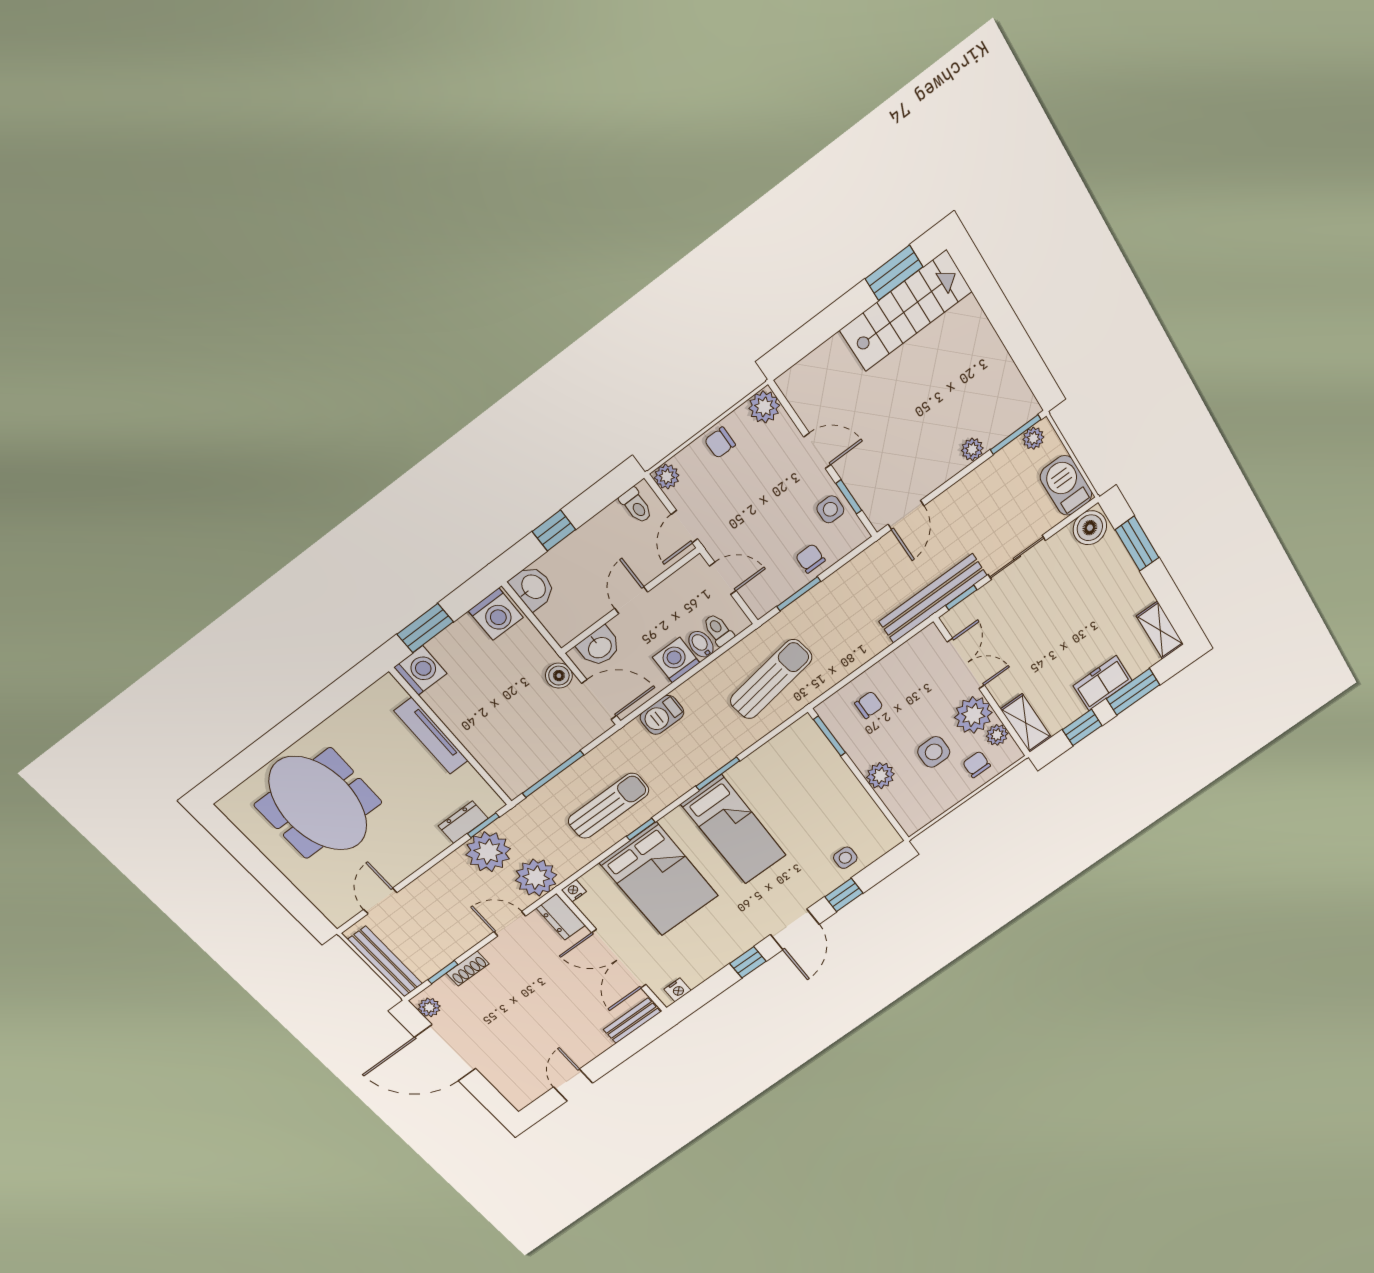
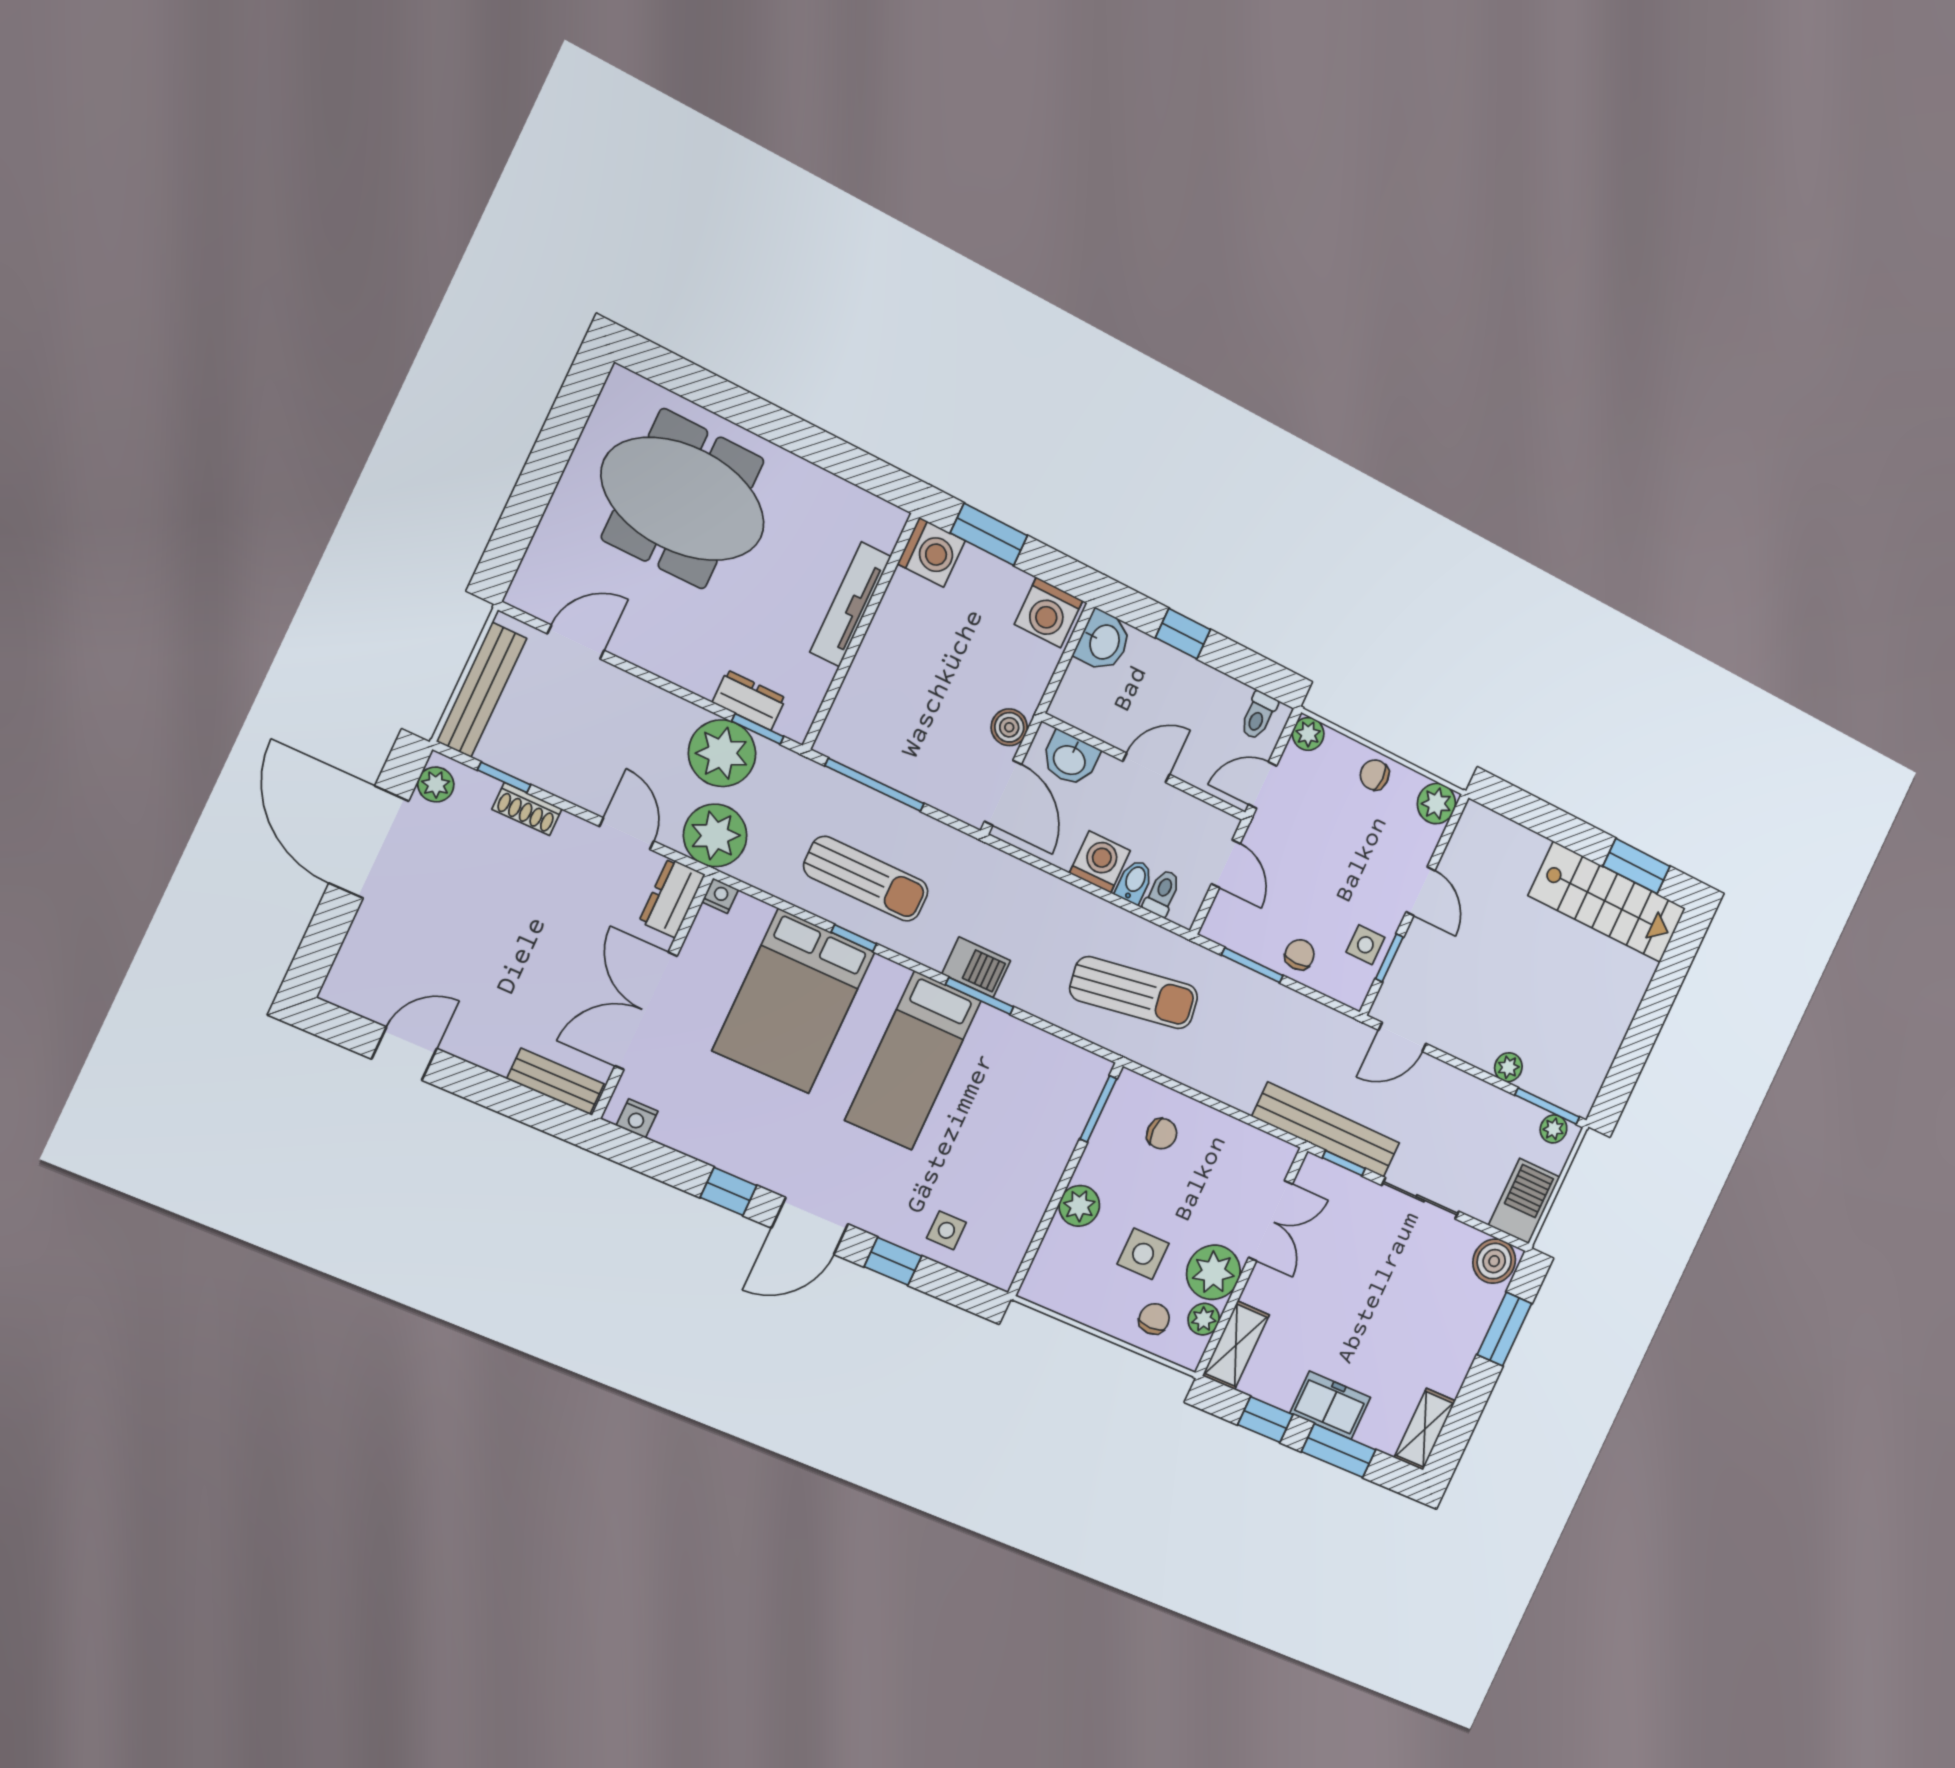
barbecue: (662, 715) -> (976, 967), moved, turned 180
meeting table: (318, 804) -> (683, 499), turned 90

